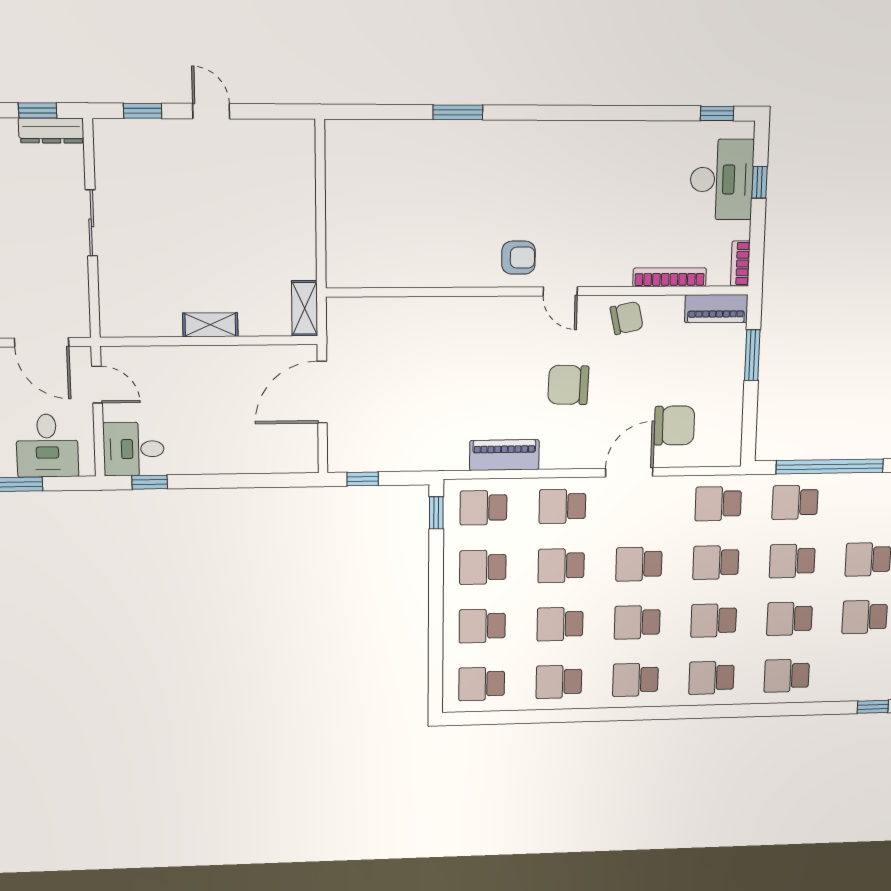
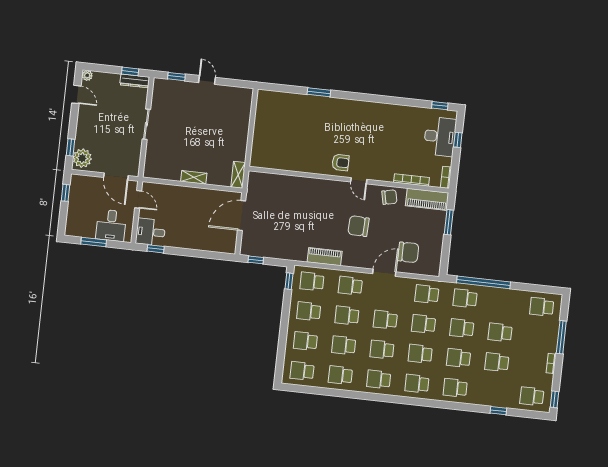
piano: (716, 309) -> (427, 199), width x1.37, depth x1.33

